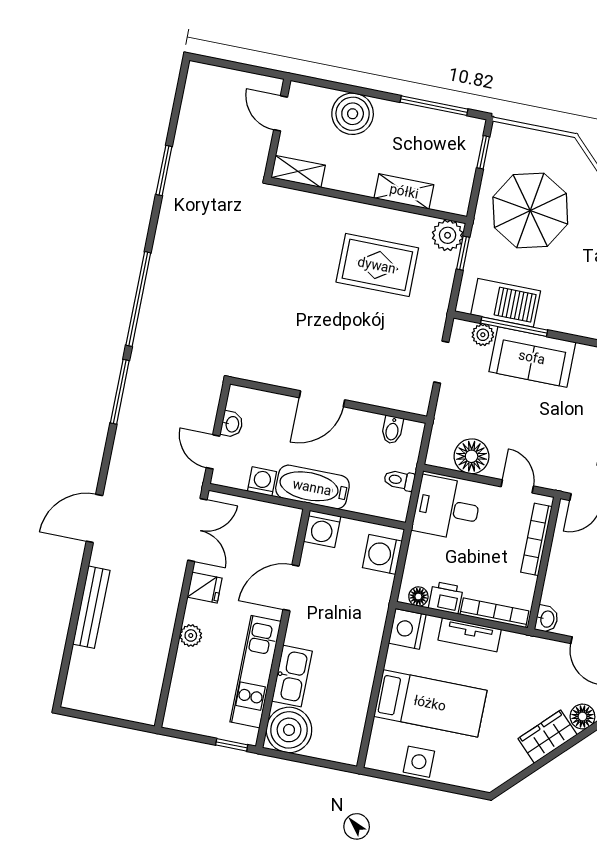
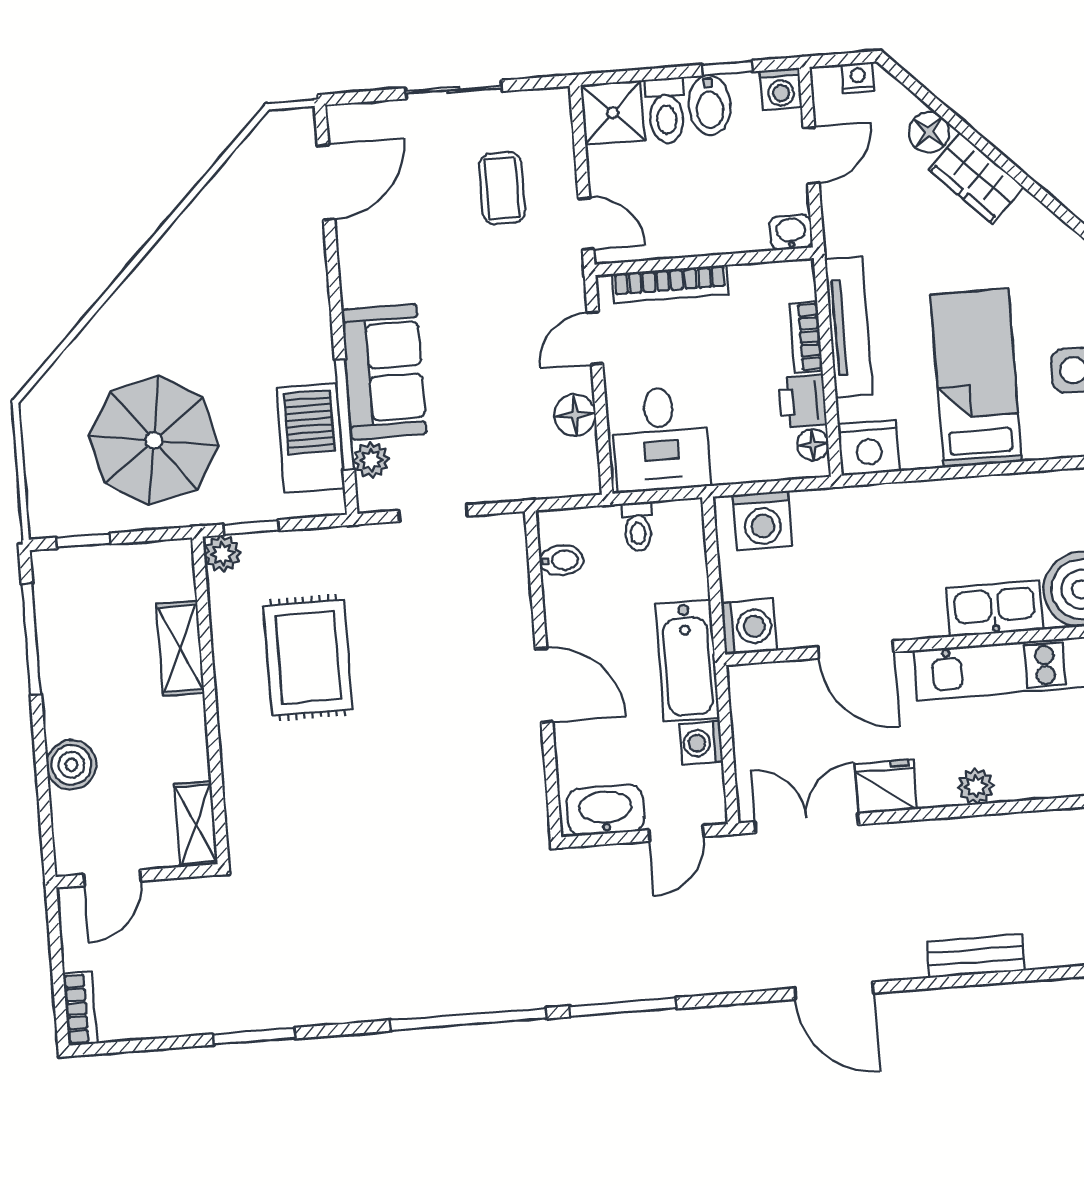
bookcase: (209, 73) -> (80, 1008), added
boiler: (353, 114) -> (71, 765), width x0.73, depth x0.73
plant: (448, 235) -> (222, 554), width x0.73, depth x0.73
washbasin: (232, 424) -> (605, 810), width x1.91, depth x1.45
floor lamp: (472, 456) -> (575, 415), width x0.73, depth x0.73
fridge: (205, 588) -> (886, 786), width x1.38
bench: (91, 607) -> (976, 956), width x0.73
bookcase: (494, 613) -> (806, 337), width x0.64
tv unit: (470, 635) -> (849, 327), width x1.41

